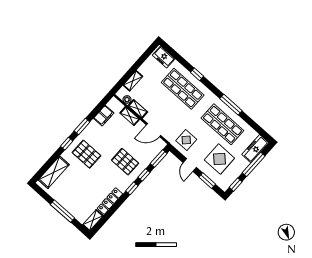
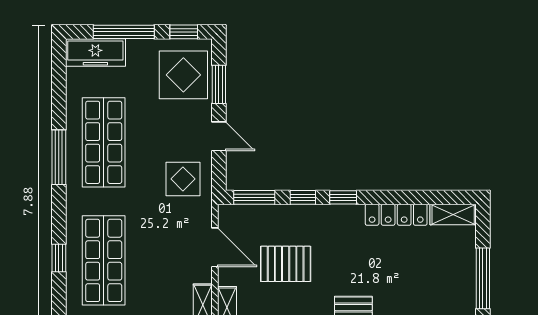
display table: (219, 159) -> (183, 75), moved
pallet: (125, 162) -> (286, 264), moved, turned 90
door: (190, 165) -> (219, 136), hinge flipped

